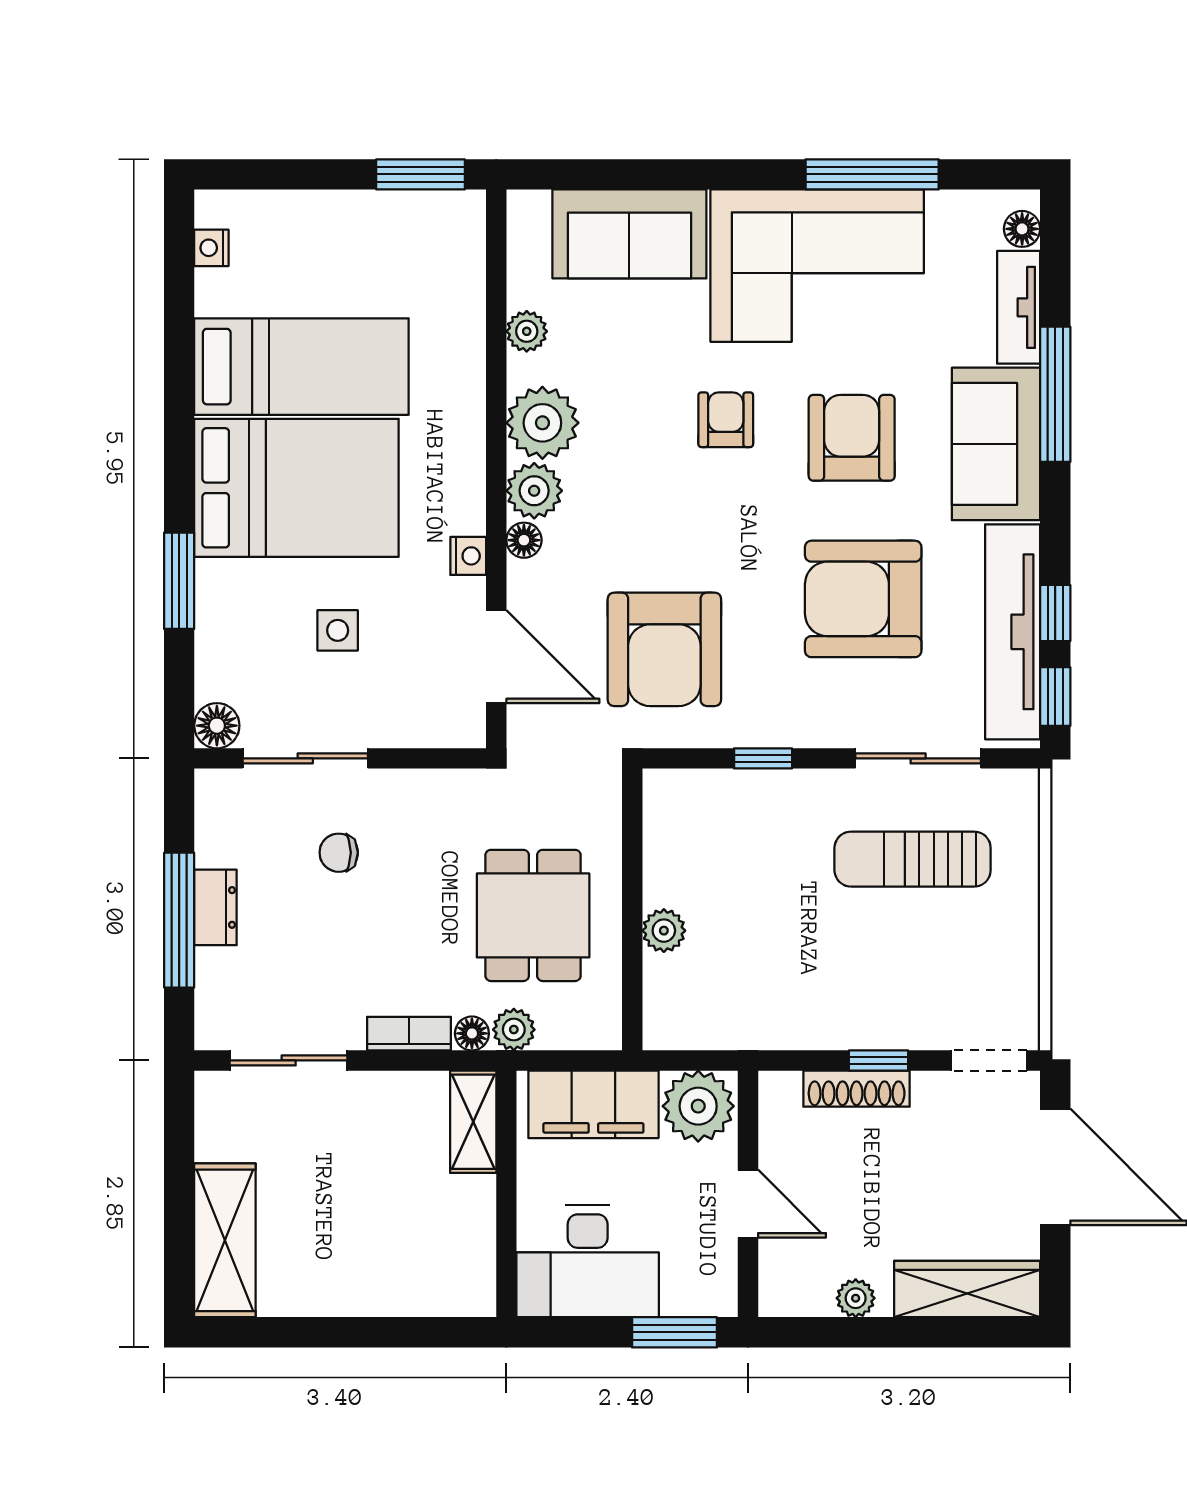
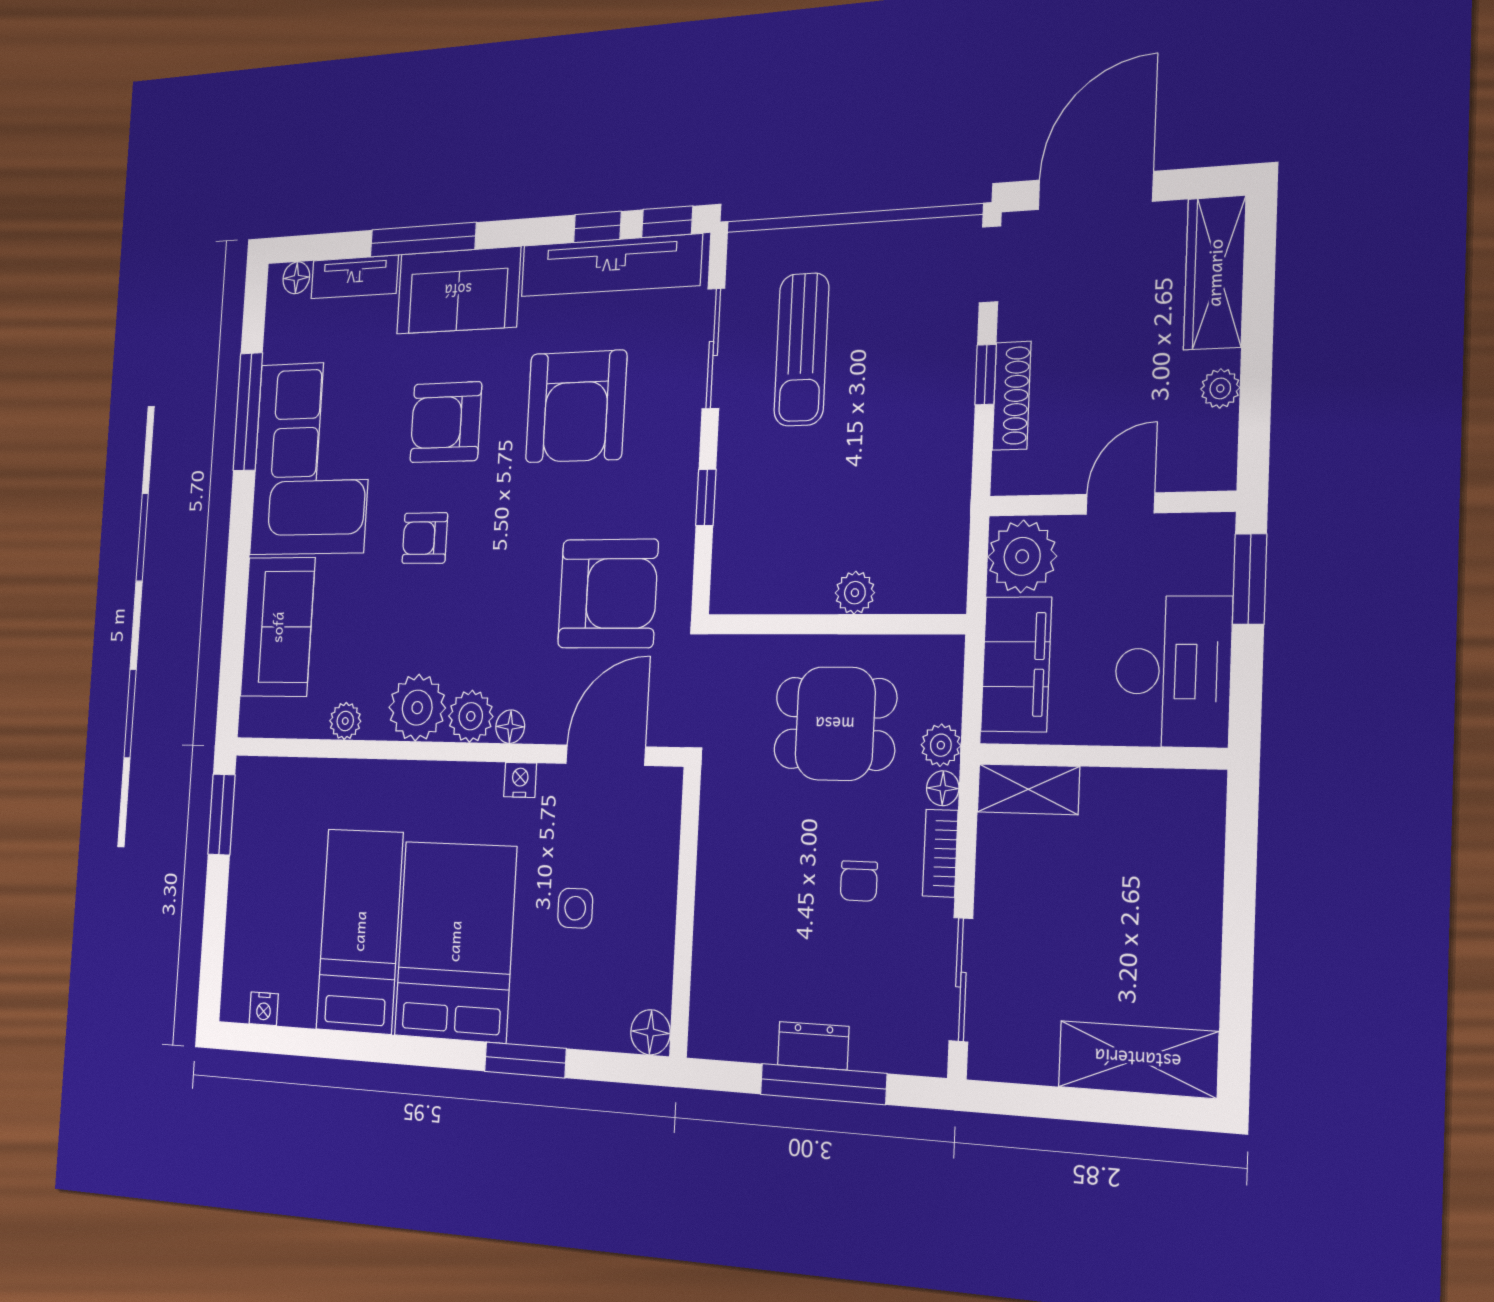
sliding door: (305, 758) -> (683, 946), removed
chair: (339, 853) -> (859, 881), moved

